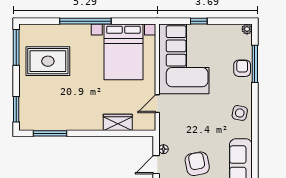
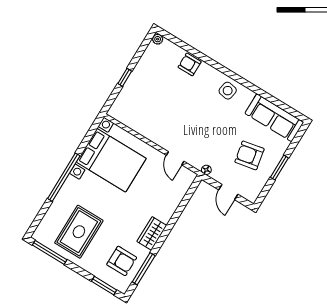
corner sofa: (184, 59) -> (150, 111), removed
window: (255, 64) -> (193, 51), removed
armchair: (45, 111) -> (122, 261), added
wardrobe: (118, 122) -> (152, 233), moved
floor lamp: (163, 149) -> (206, 170), moved

